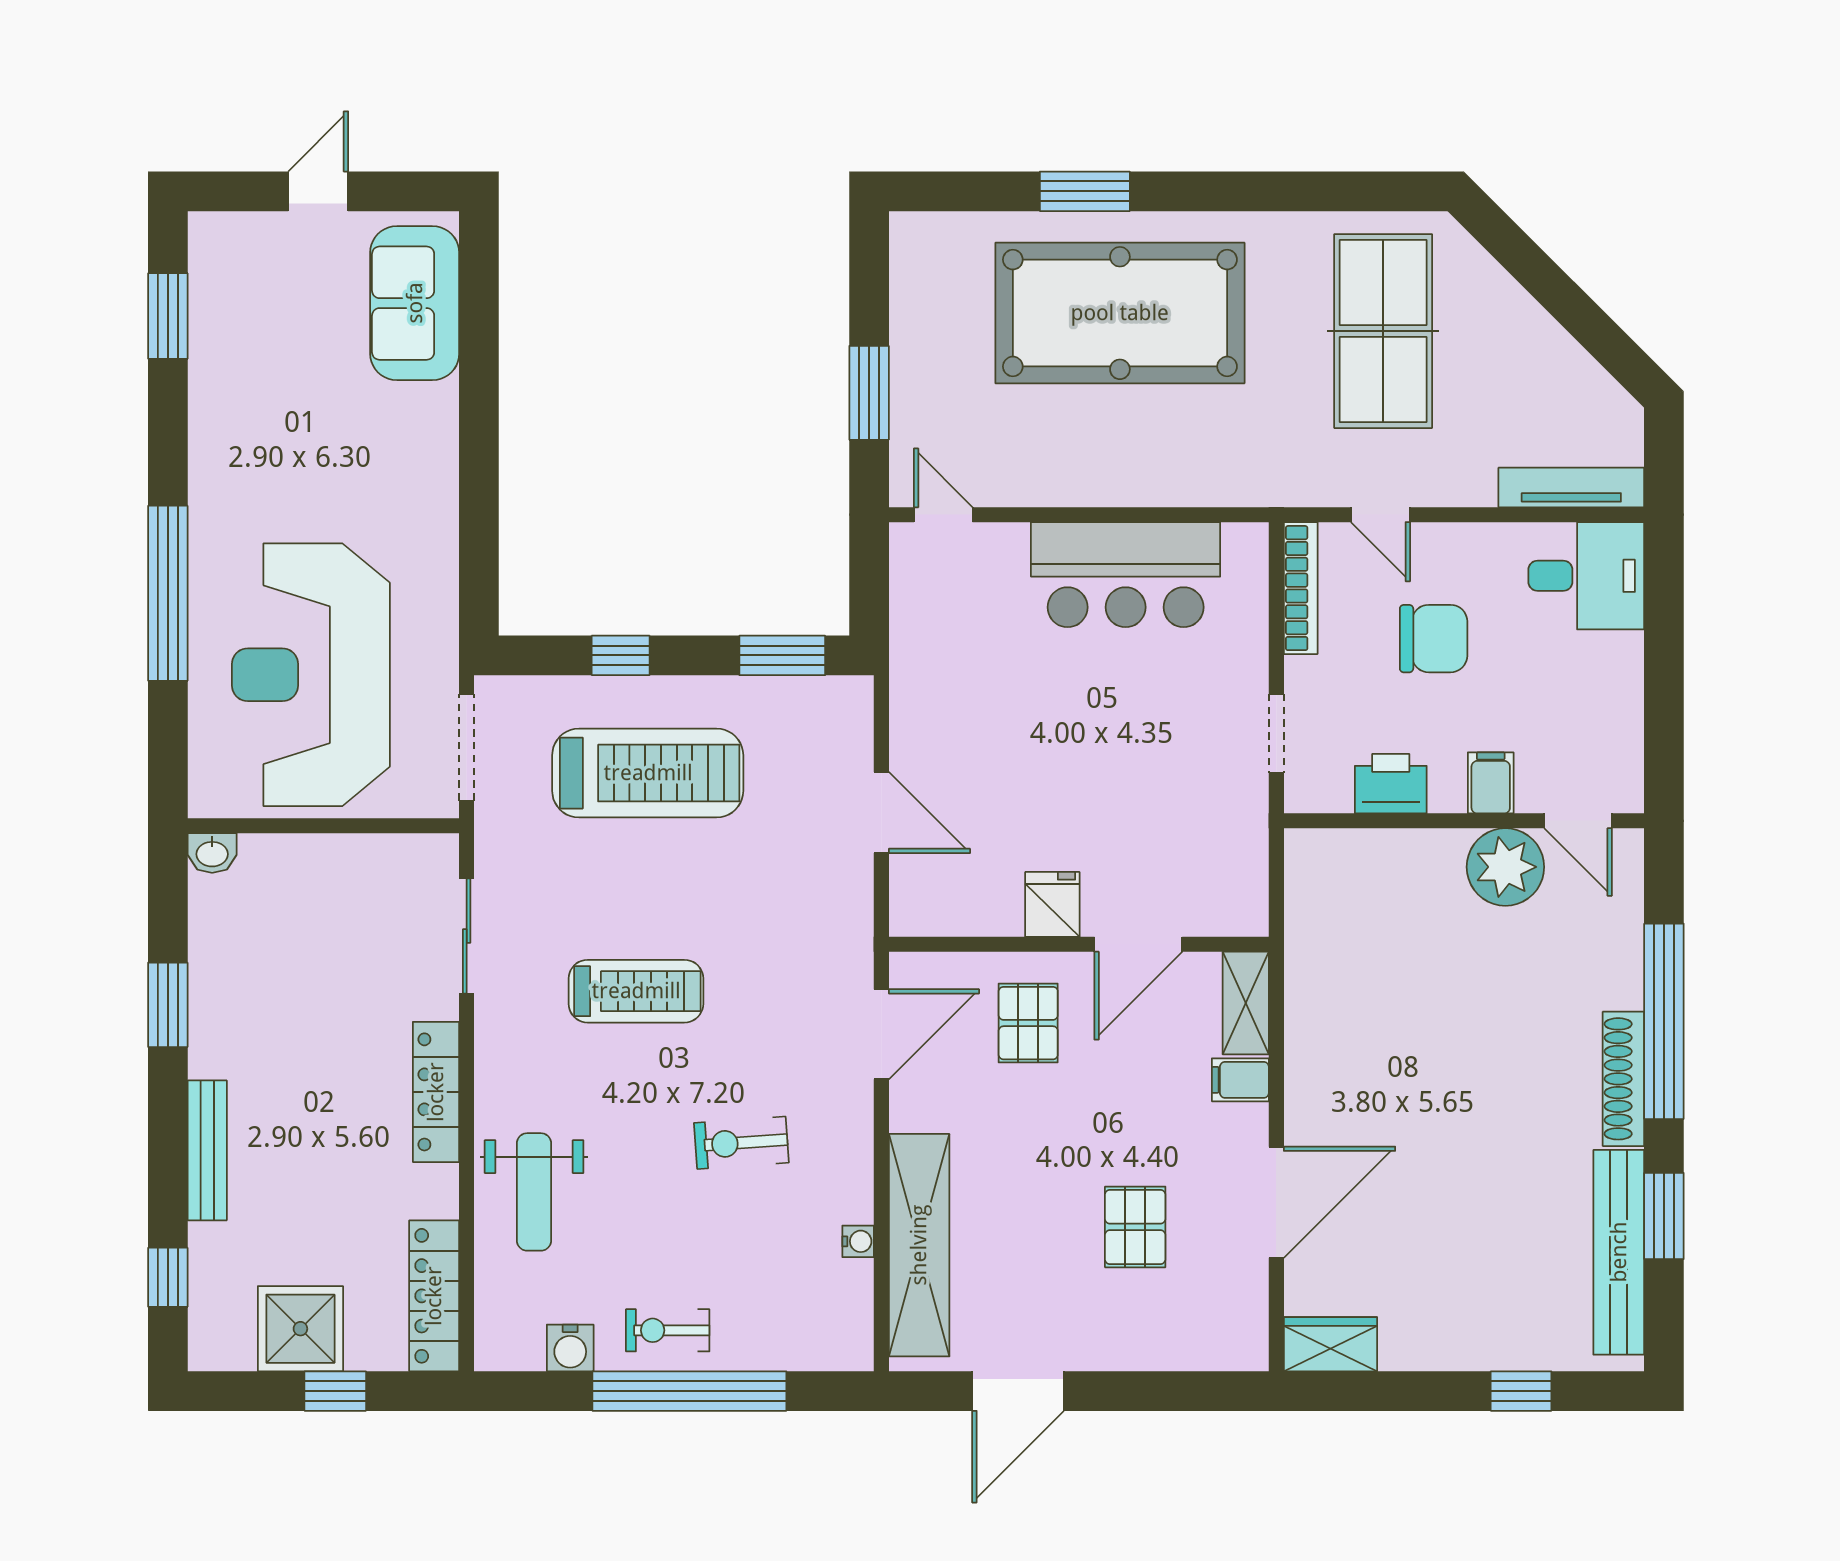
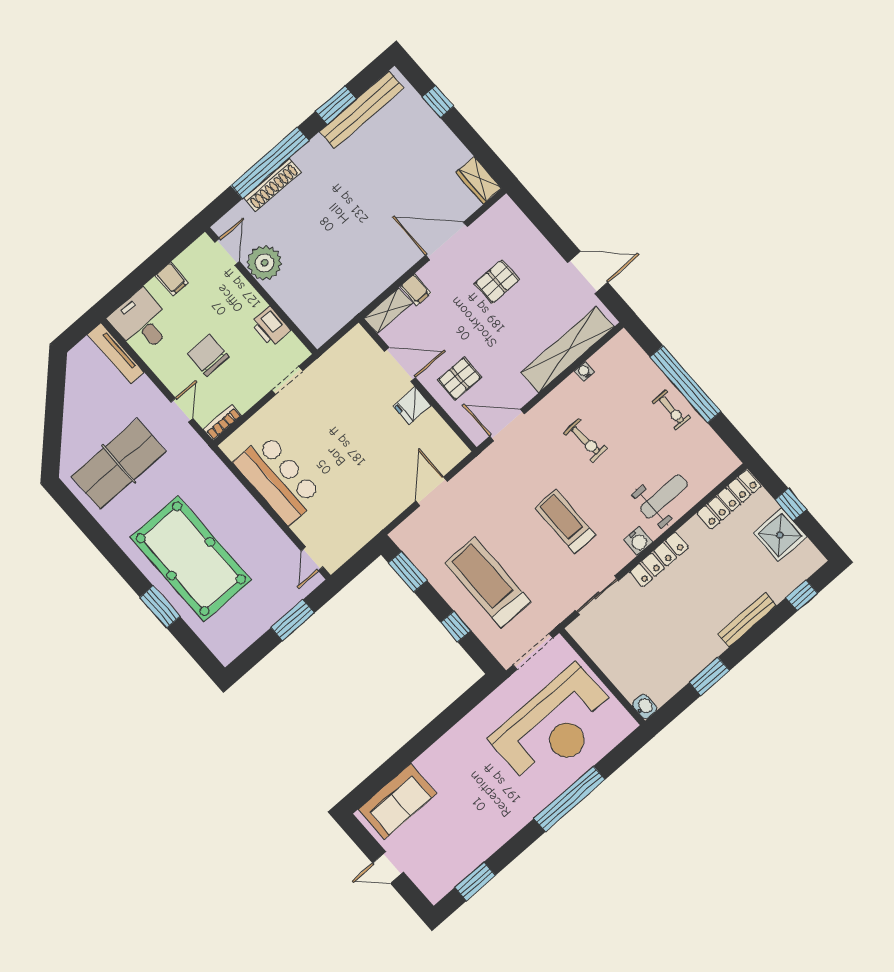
bookcase: (1301, 588) -> (223, 422), width x0.64
filing cabinet: (1491, 783) -> (172, 279), moved, turned -90
shoe rack: (1623, 1079) -> (273, 185), moved
water cooler: (570, 1348) -> (638, 541), moved, turned 90

